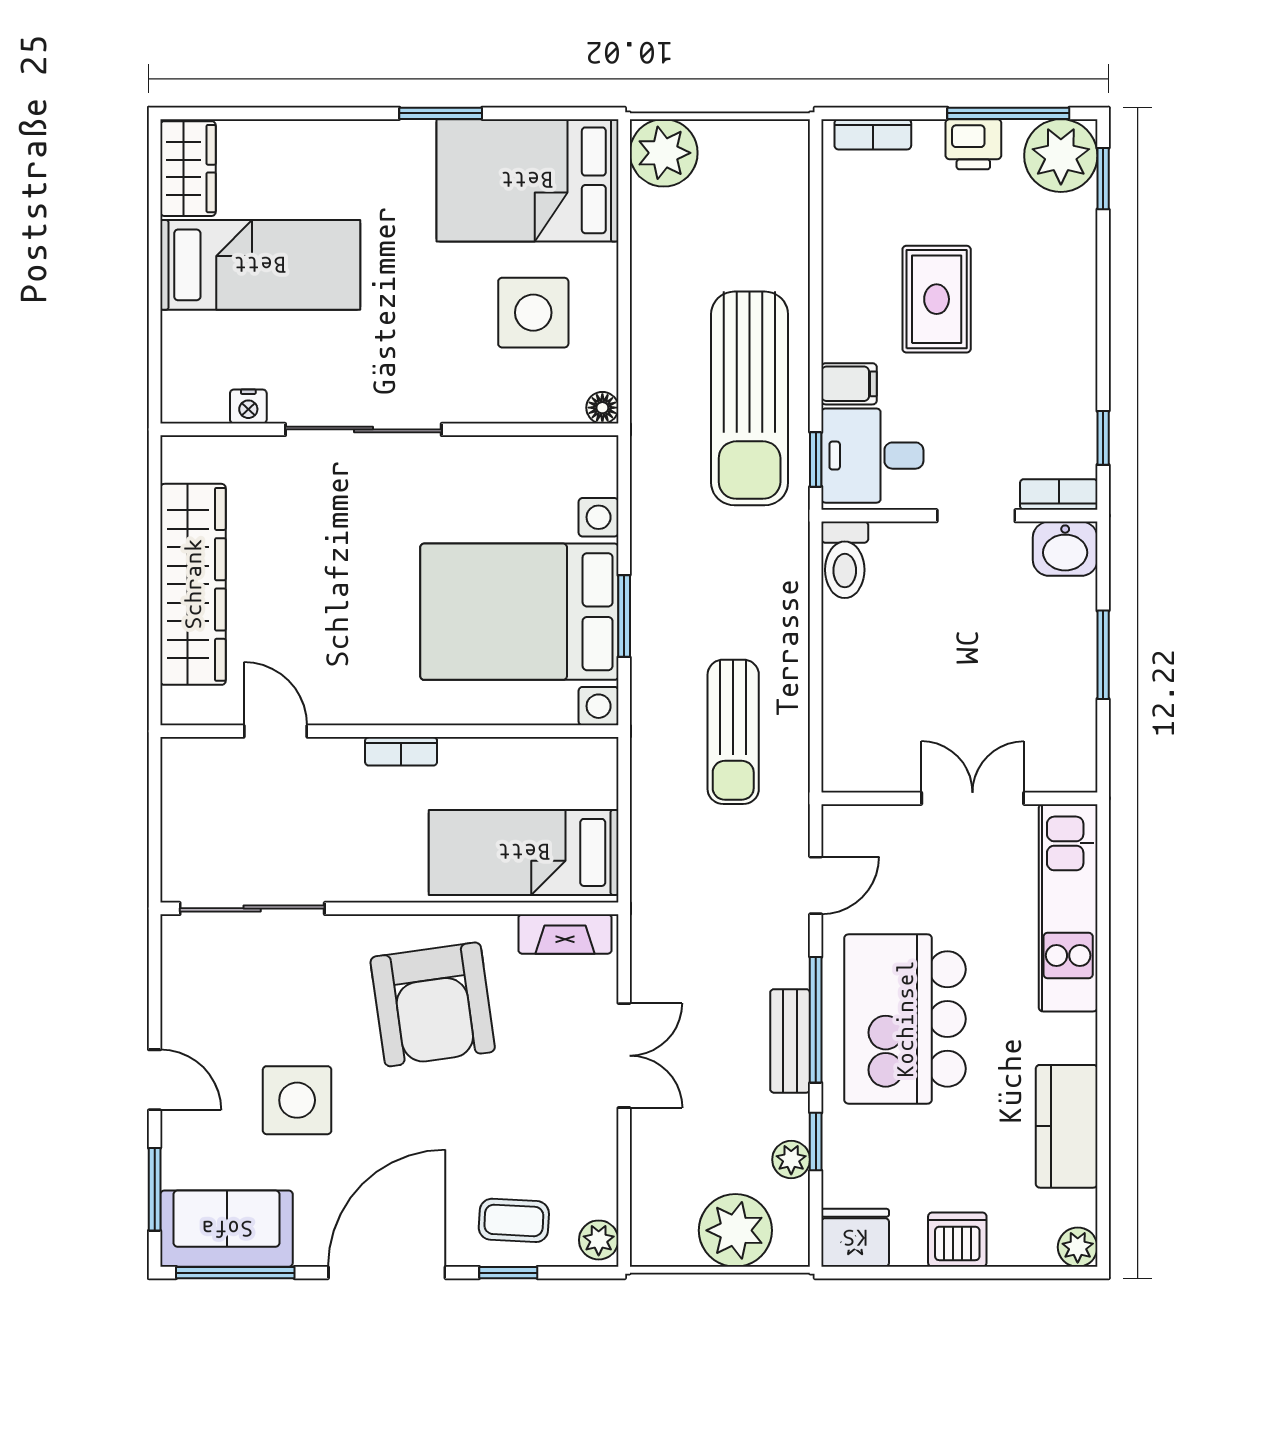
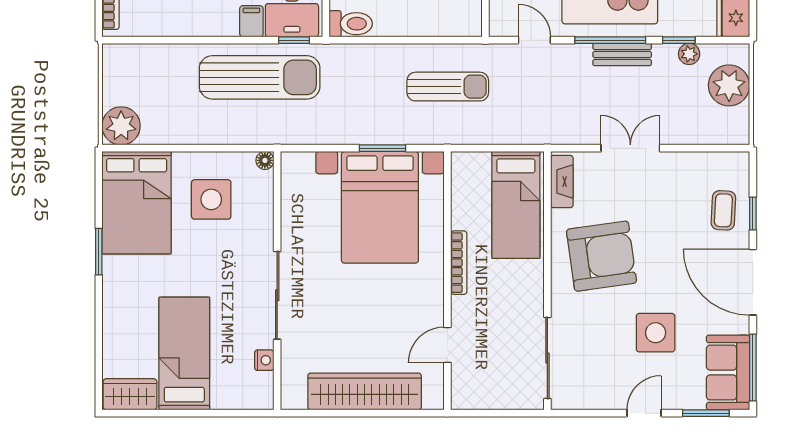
bookcase: (401, 751) -> (459, 263), width x1.56
plant: (599, 1240) -> (734, 163), removed

